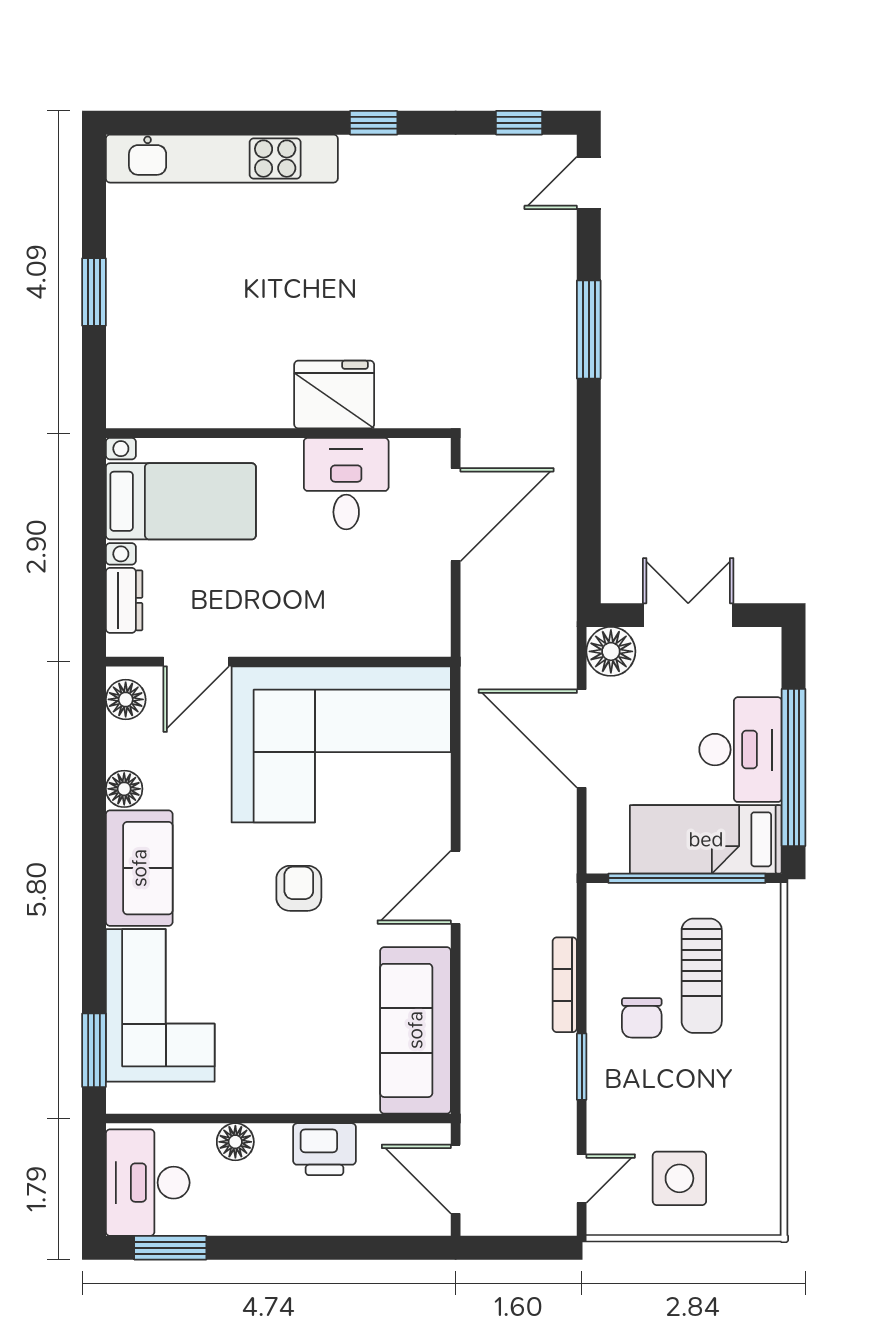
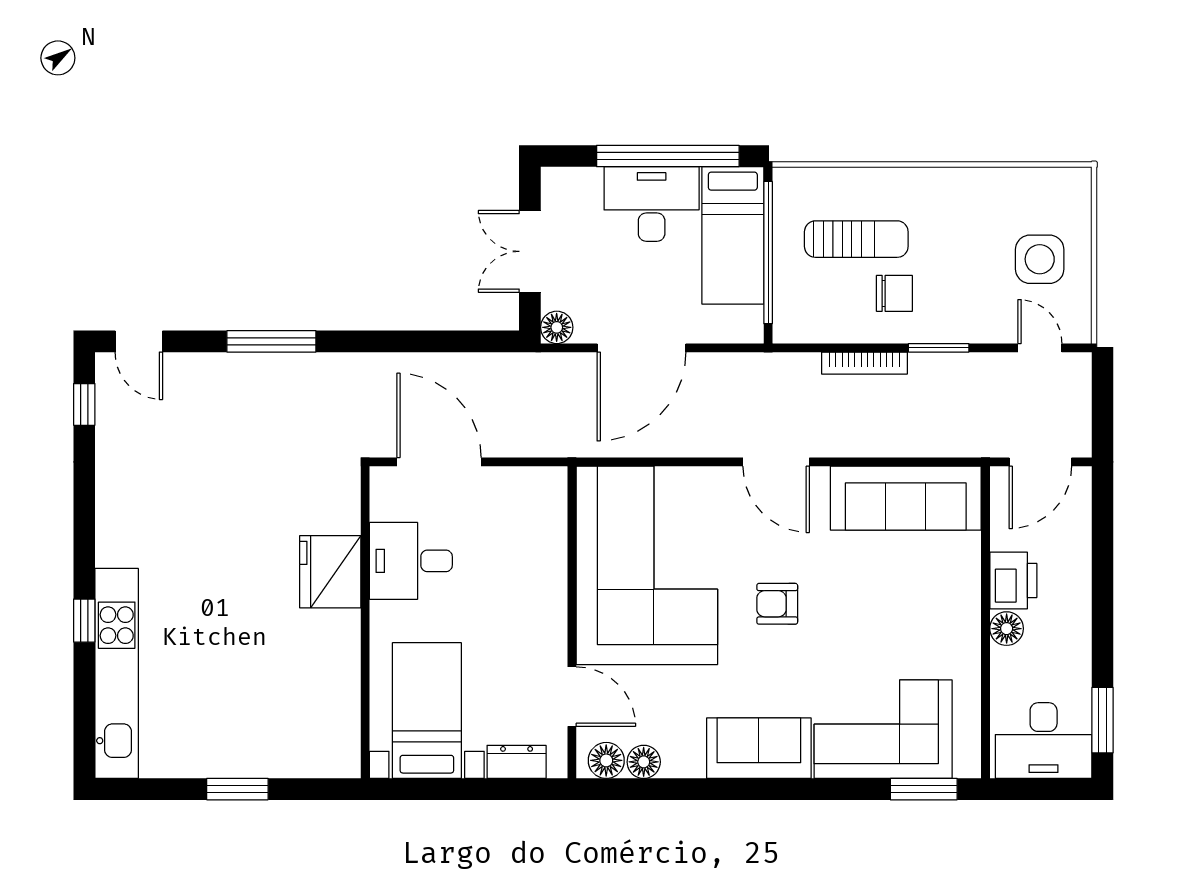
window: (374, 123) -> (84, 621), moved
floor lamp: (611, 651) -> (557, 327), width x0.73, depth x0.73
floor lamp: (124, 789) -> (644, 762), moved
floor lamp: (235, 1142) -> (1007, 629), moved

